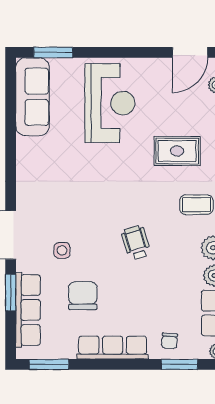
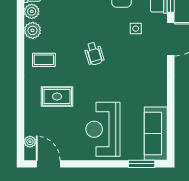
door: (190, 52) -> (48, 164), hinge flipped
wheelchair: (136, 243) -> (94, 54), moved

